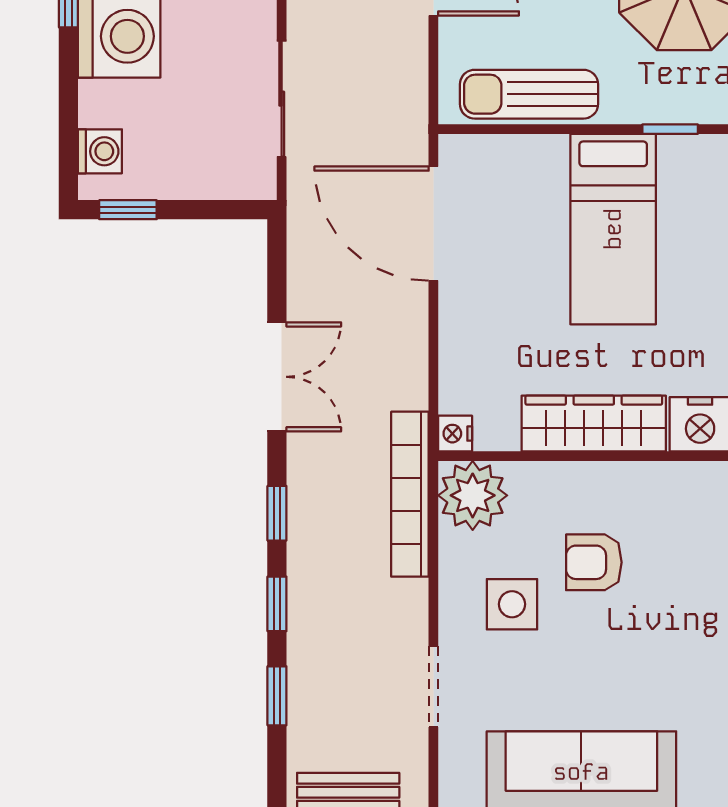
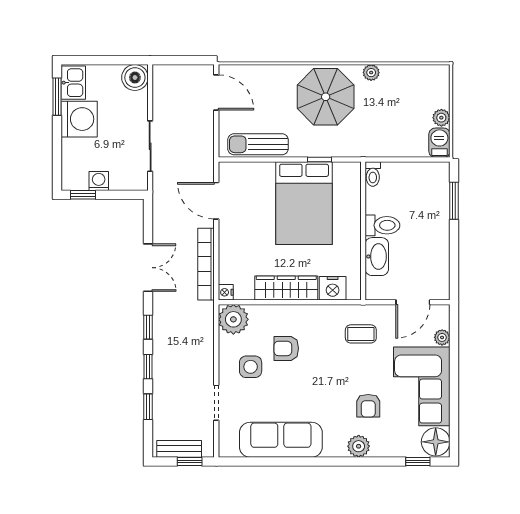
washing machine: (100, 151) -> (99, 181), moved, turned -90
door: (433, 224) -> (216, 201), width x0.73
bed: (613, 229) -> (304, 203), width x1.50
bookcase: (410, 494) -> (206, 264), moved

